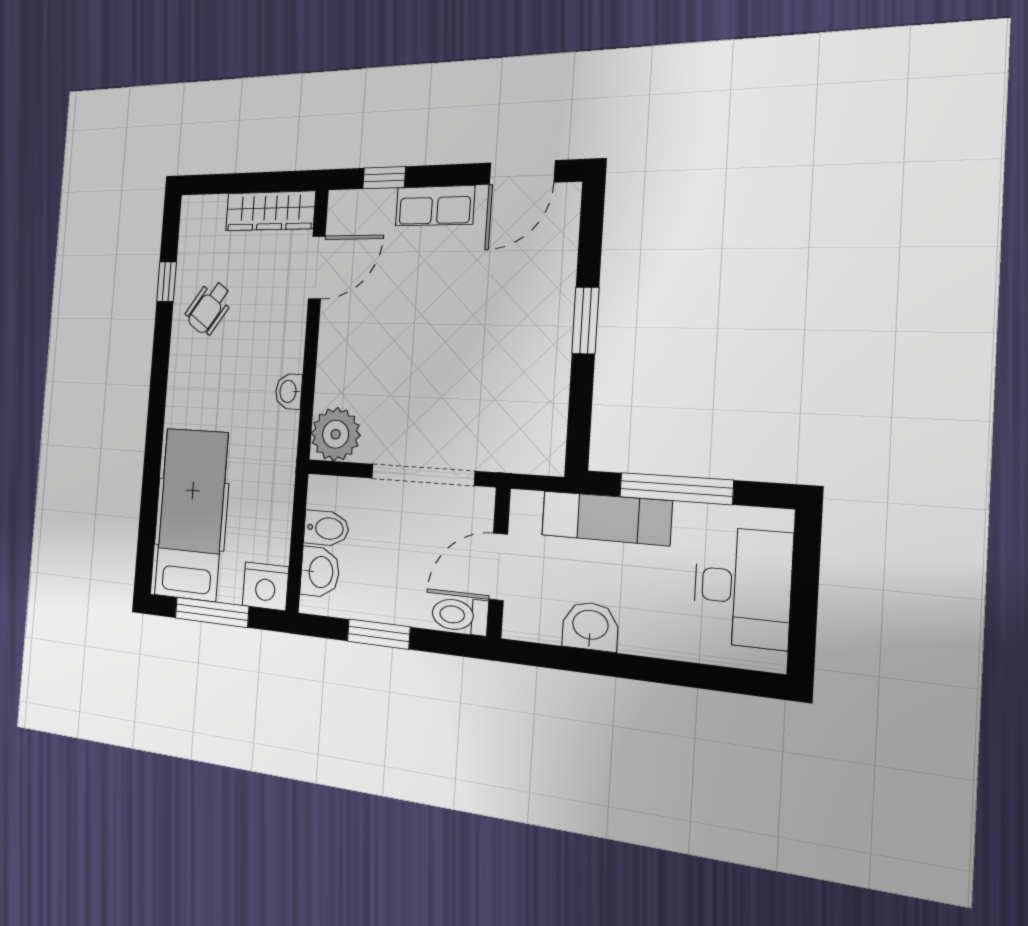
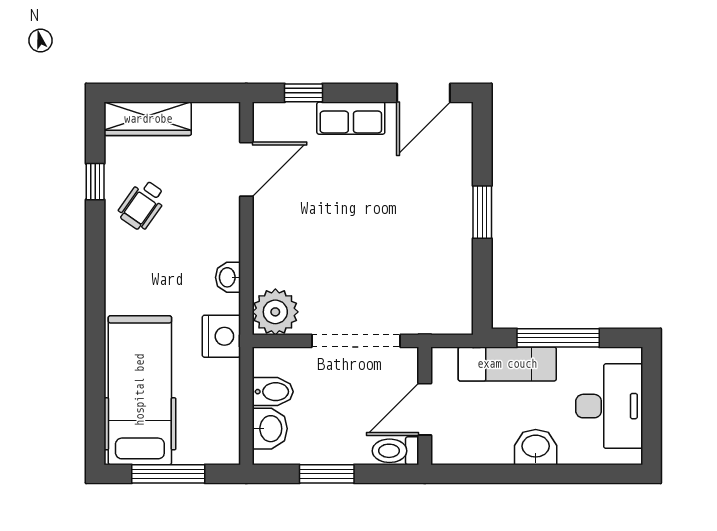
wardrobe: (270, 211) -> (148, 119), moved
nightstand: (265, 586) -> (221, 336), moved, turned -90
washbasin: (590, 626) -> (536, 447), moved

